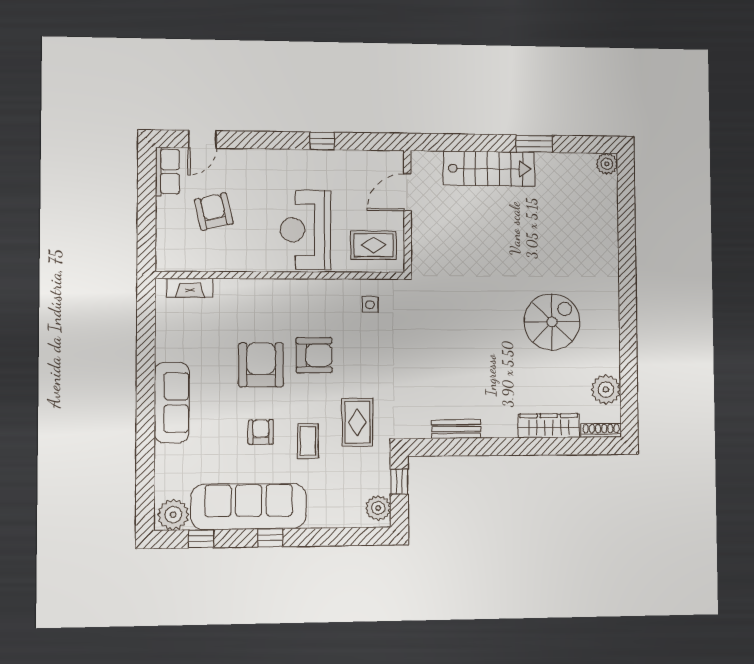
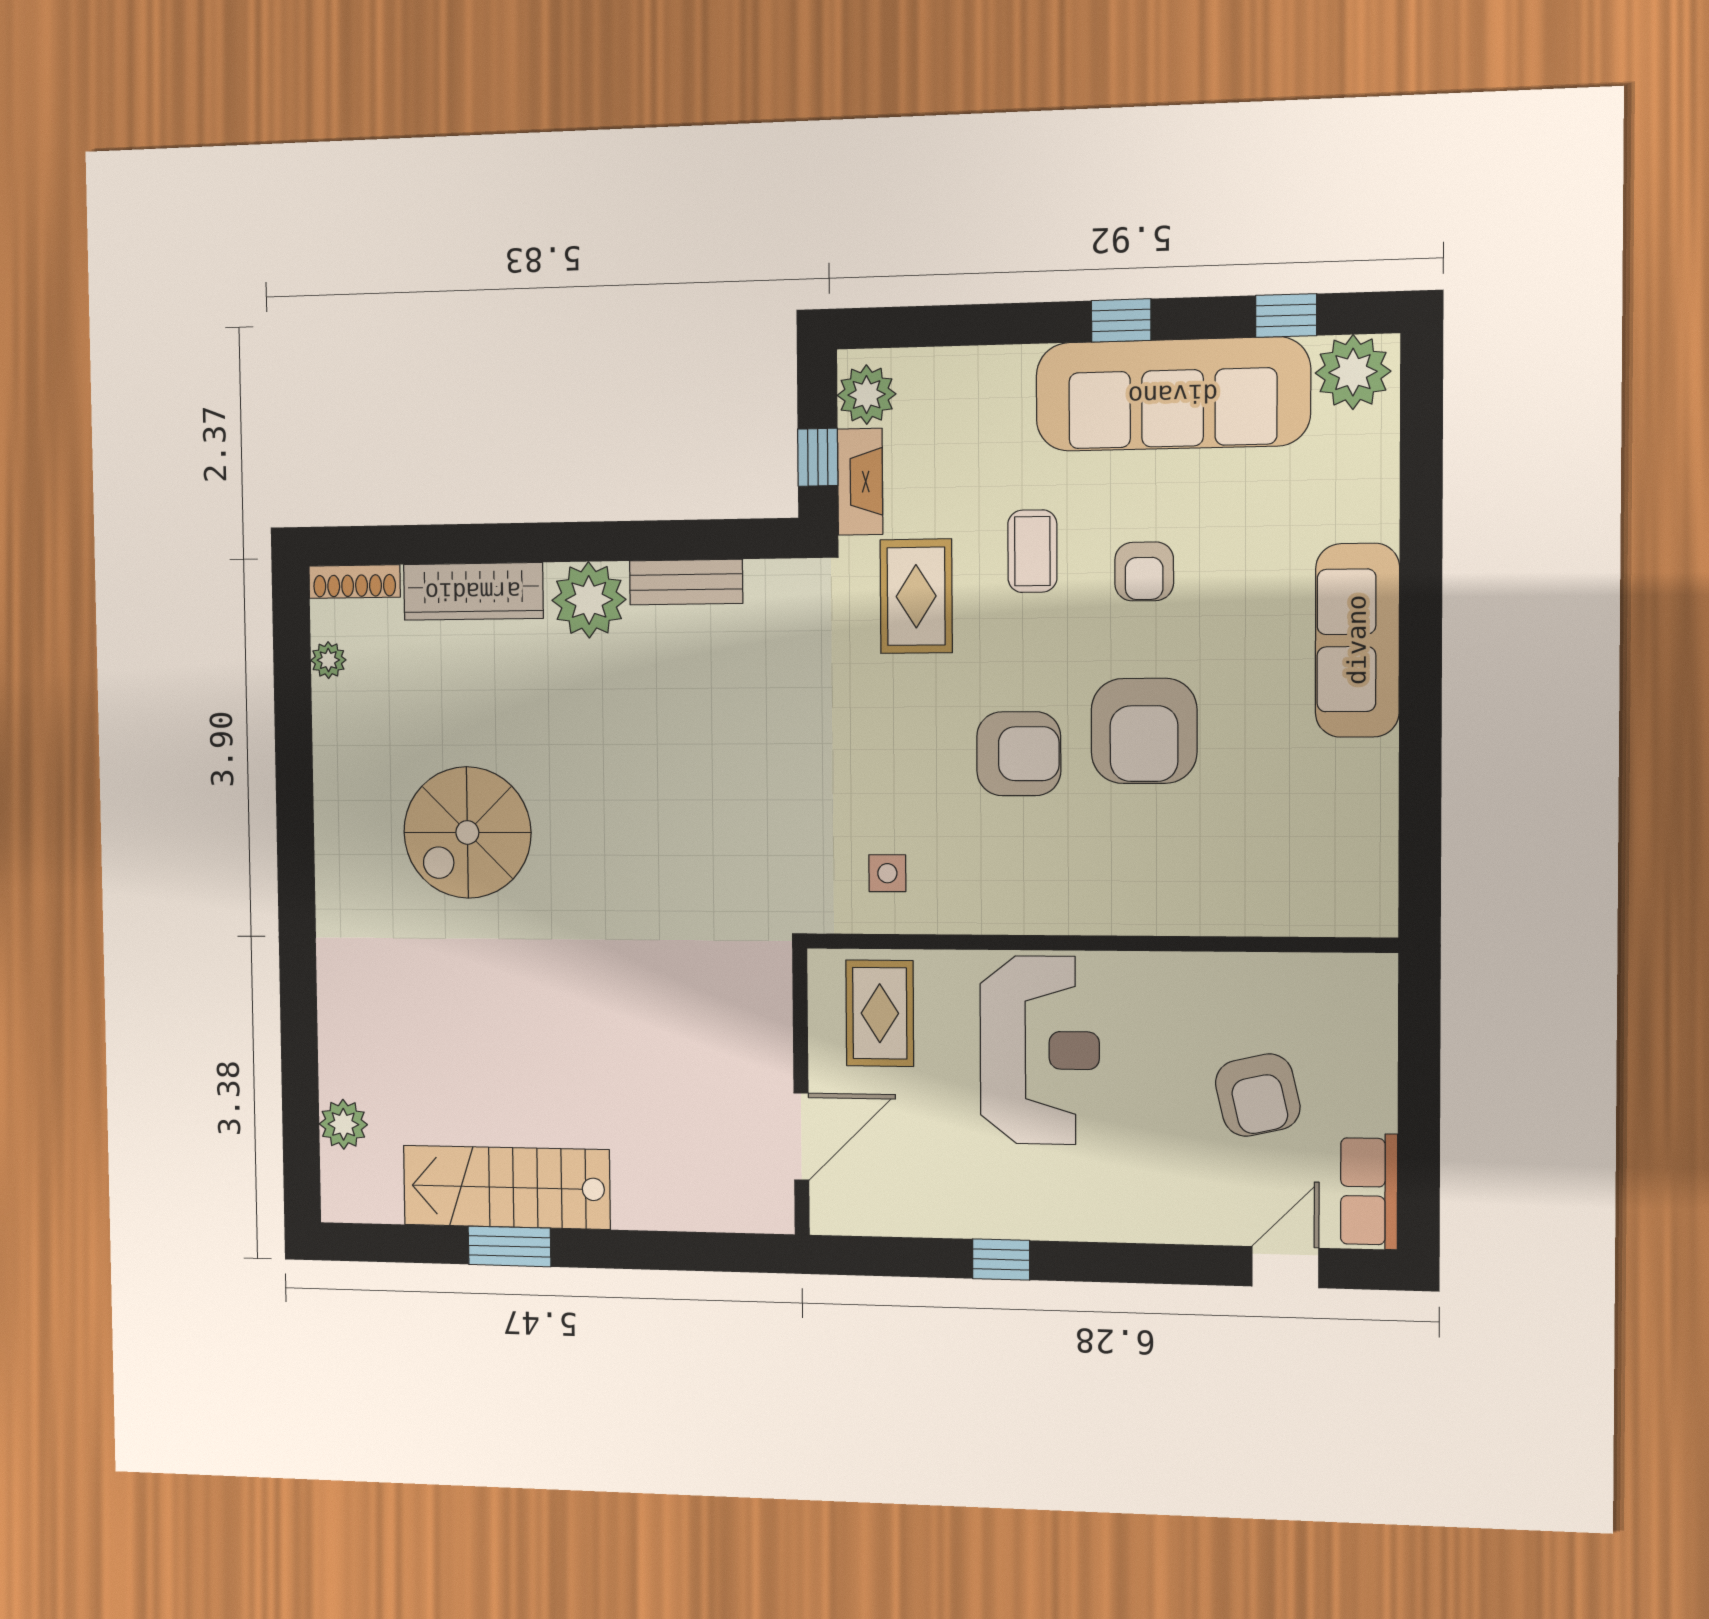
plant: (607, 164) -> (343, 1124), moved
stairs: (489, 169) -> (506, 1187), moved
rug: (374, 245) -> (880, 1013), turned 90
fireplace: (190, 288) -> (860, 482), moved, turned 90
armchair: (314, 355) -> (1019, 754), turned 180
plant: (606, 389) -> (328, 660), width x0.53, depth x0.53
plant: (498, 422) -> (589, 600), added

